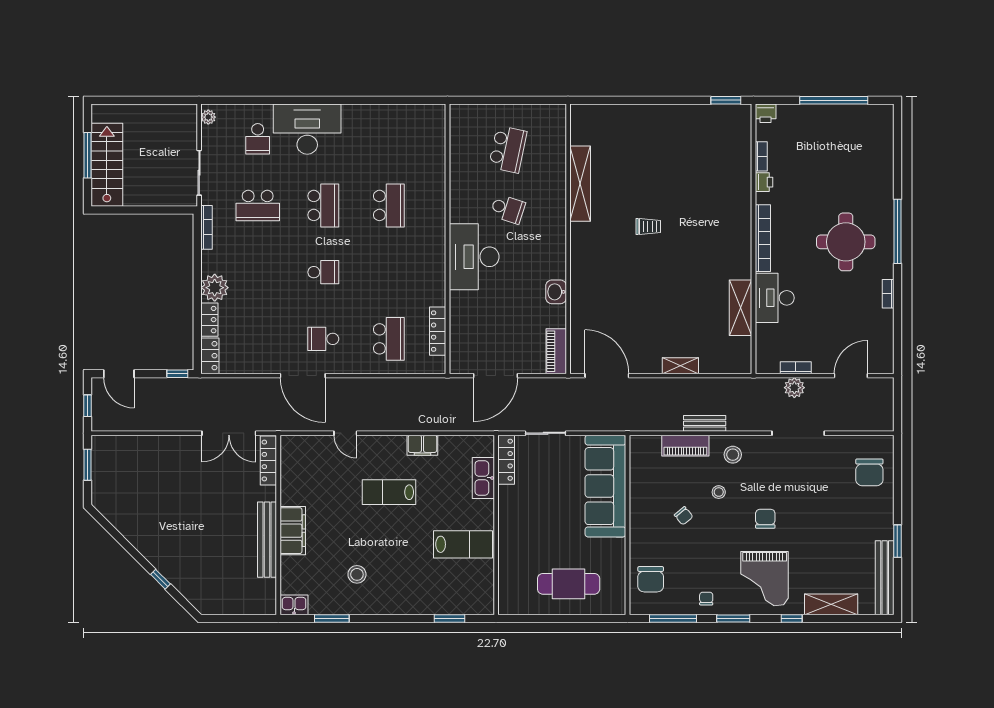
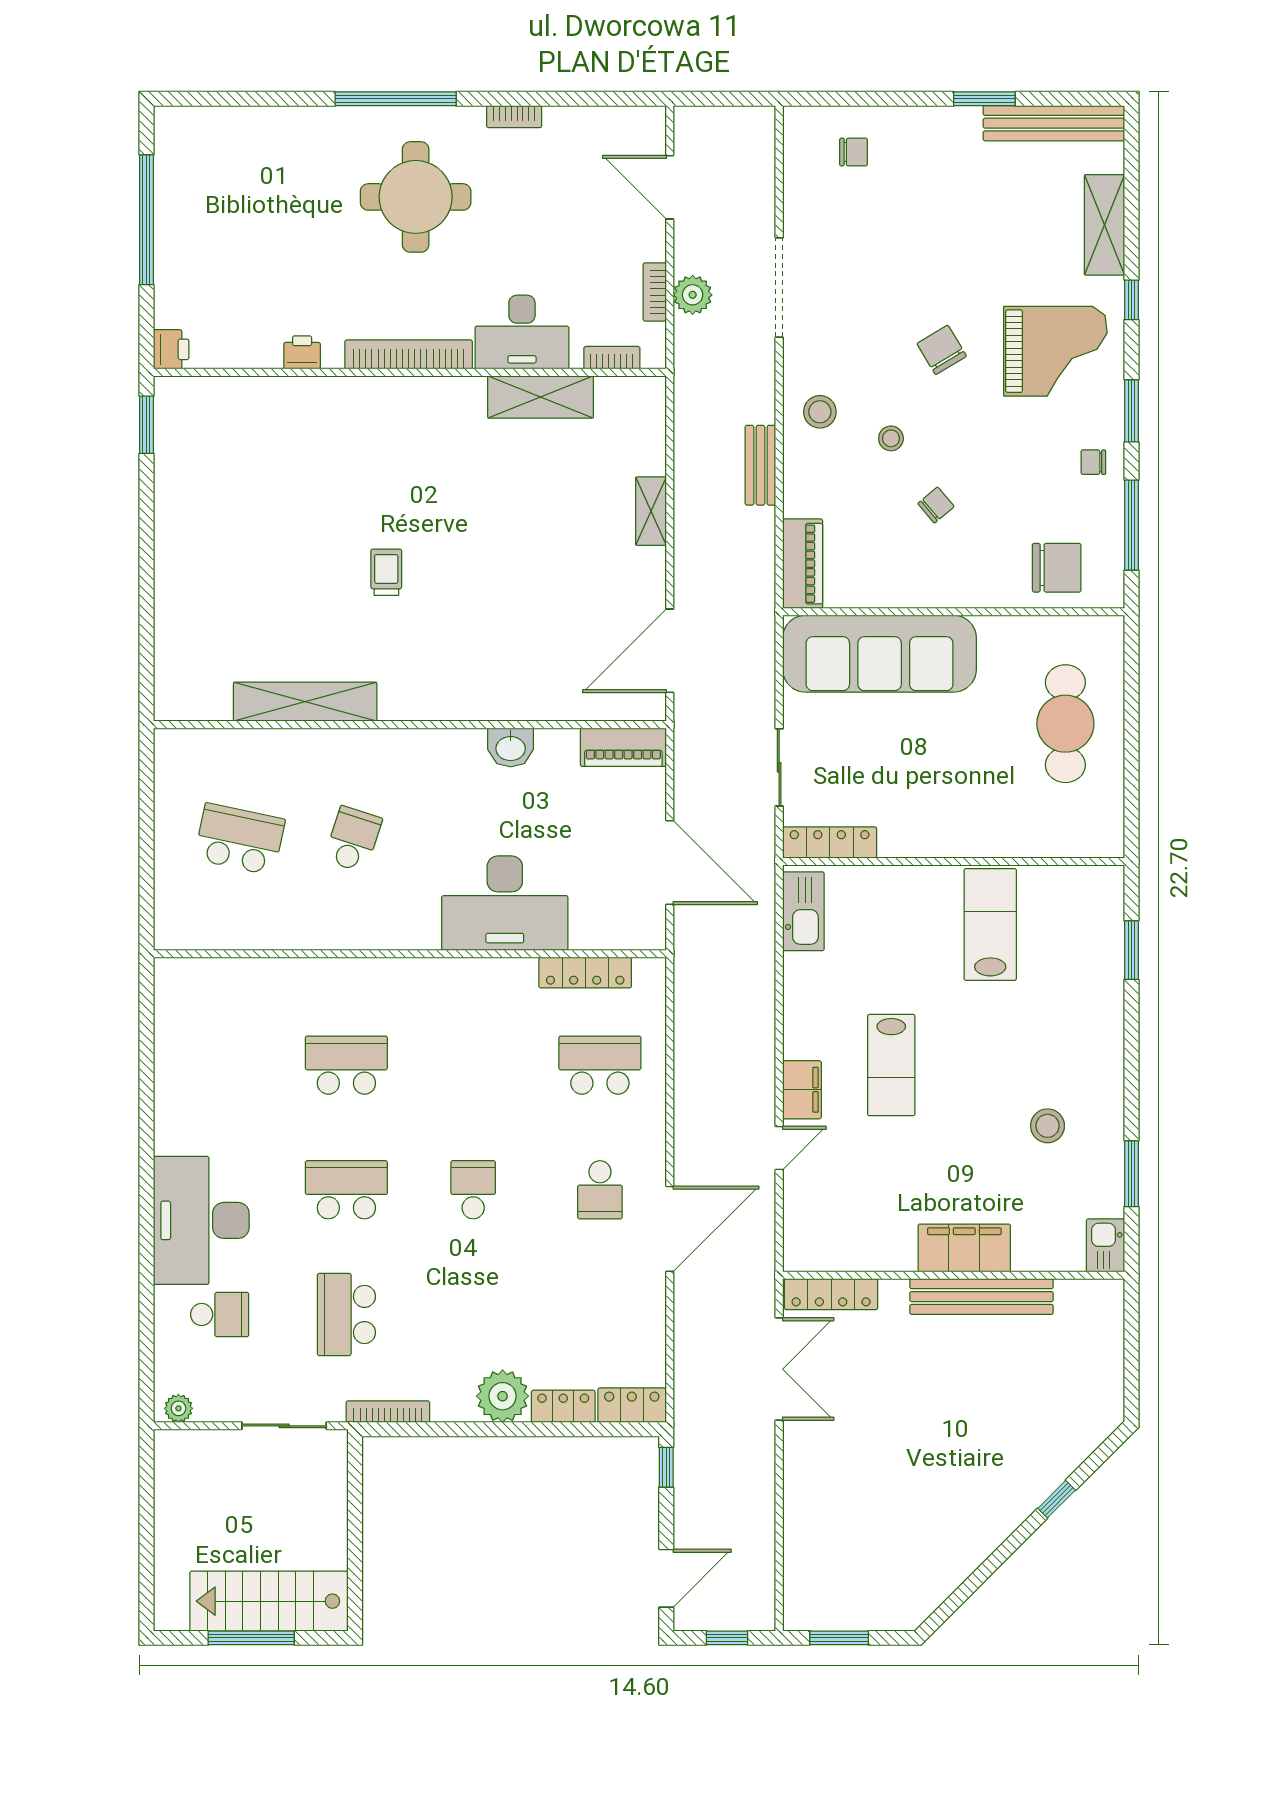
bookcase: (761, 156) -> (612, 358), moved
school desk: (258, 205) -> (346, 1314), turned 180
desk: (474, 257) -> (505, 903), moved
filing cabinet: (422, 445) -> (802, 1090), moved
piano: (685, 446) -> (803, 564), moved
chair: (869, 472) -> (854, 152), width x0.54, depth x0.54
kitchen sink: (483, 478) -> (803, 911), moved, turned -90
chair: (765, 519) -> (942, 350), turned 59

